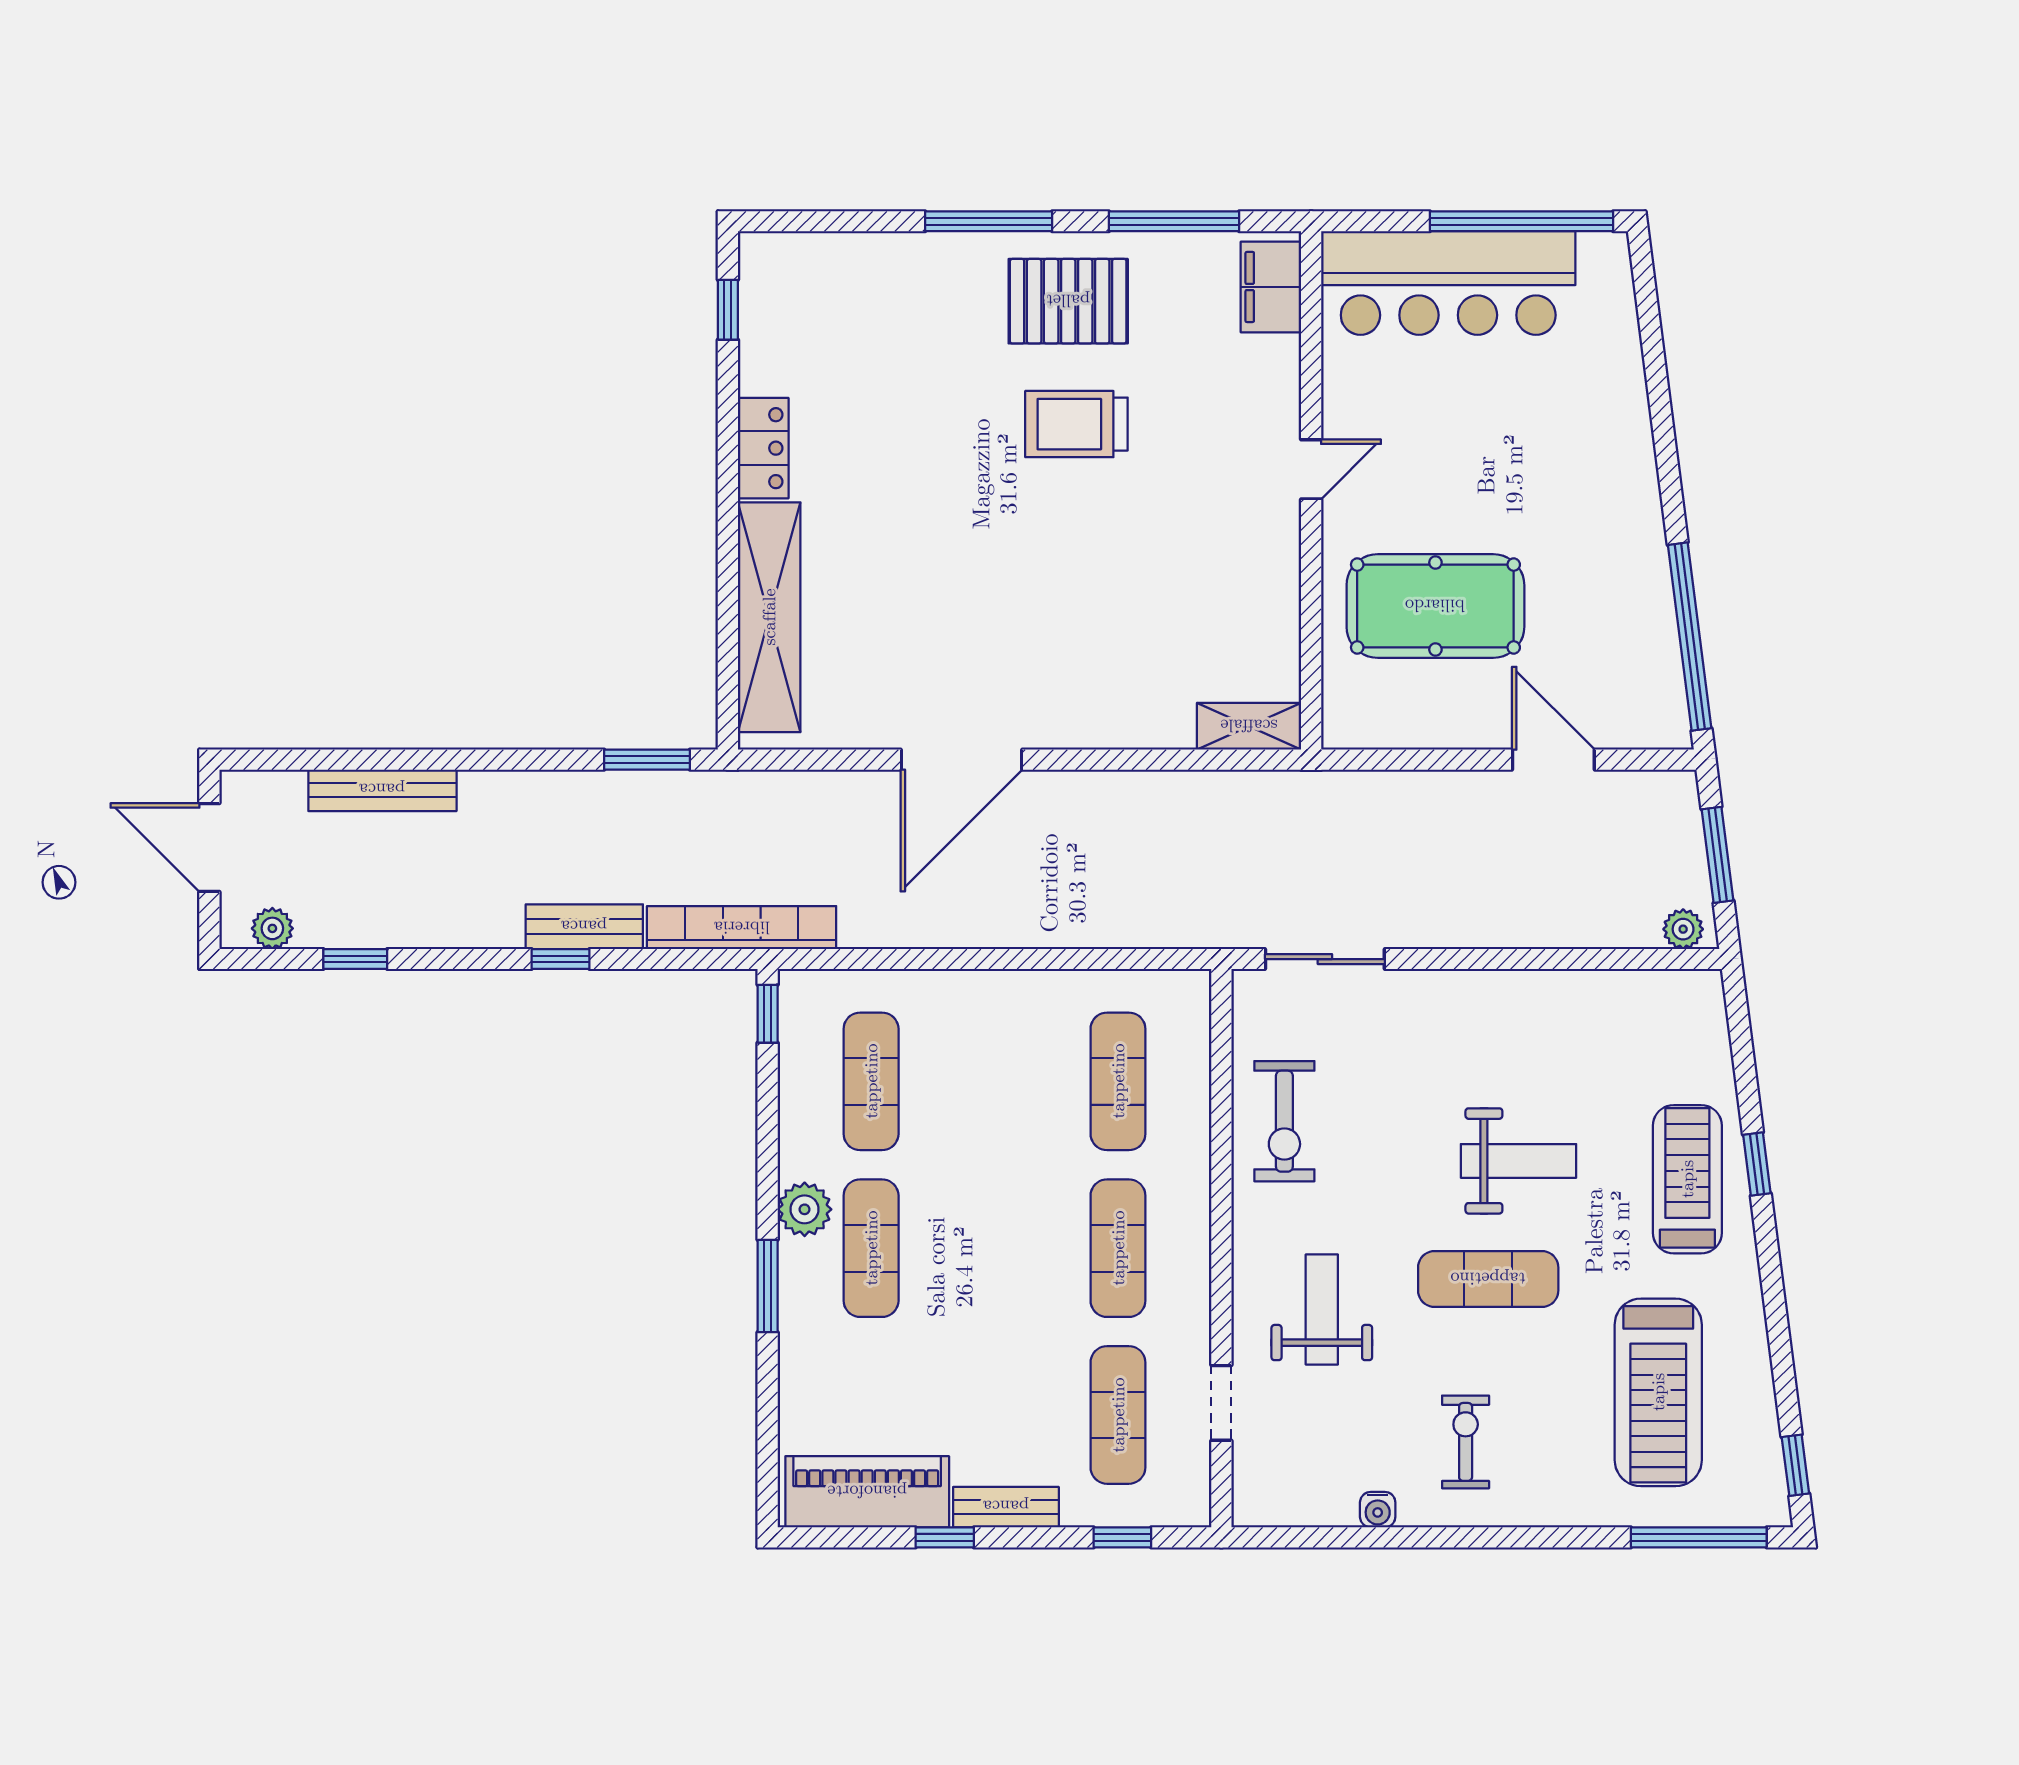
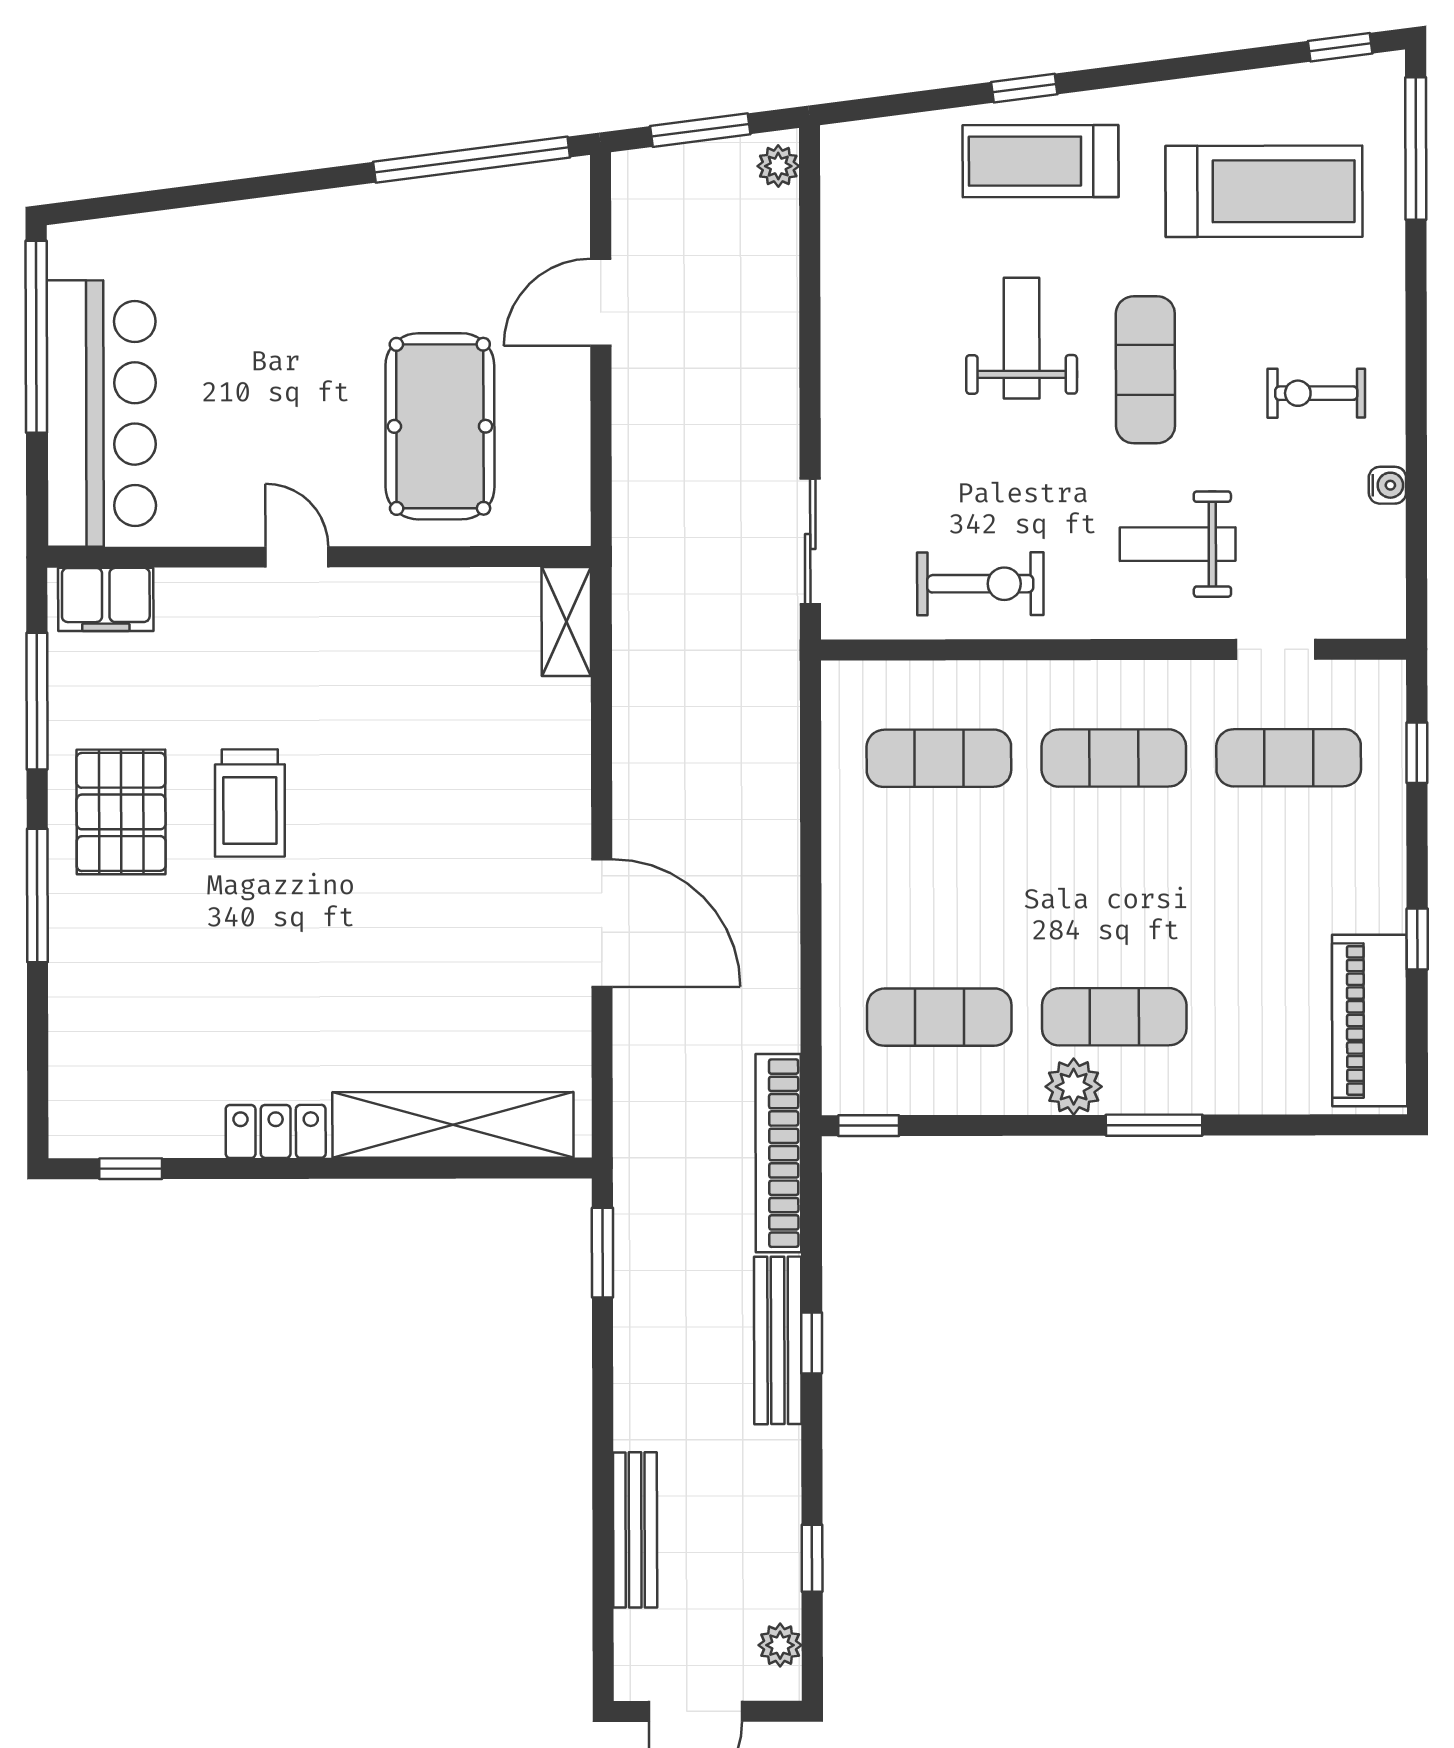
bench: (584, 927) -> (778, 1340), width x1.36
bench: (1006, 1507) -> (1385, 875), removed

